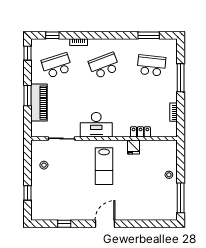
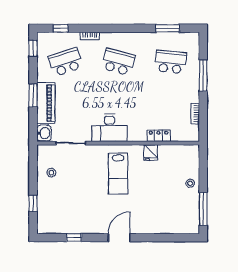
school desk: (104, 65) -> (118, 62), turned 36
washbasin: (37, 130) -> (44, 133), added

